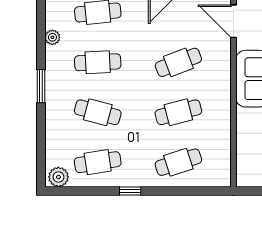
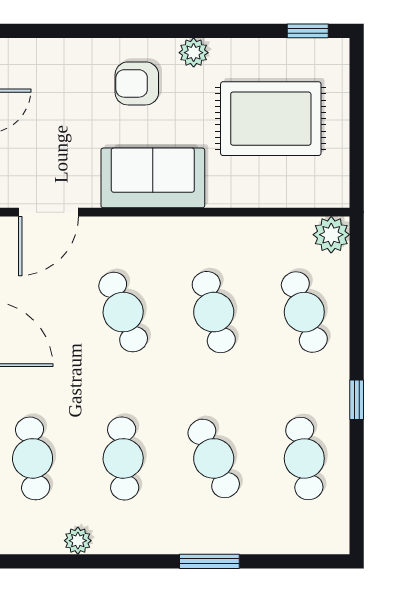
window: (41, 86) -> (209, 561), moved
cafe table: (98, 112) -> (214, 458), turned -39
plant: (58, 177) -> (331, 235), moved

